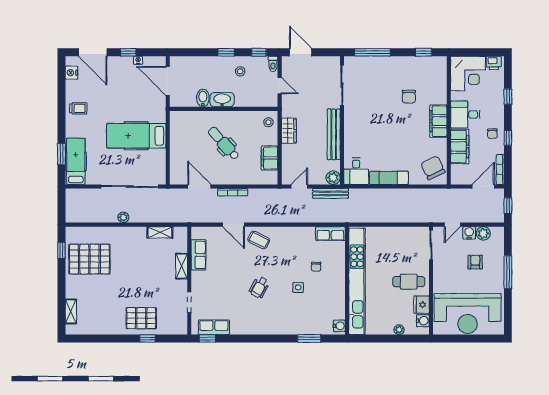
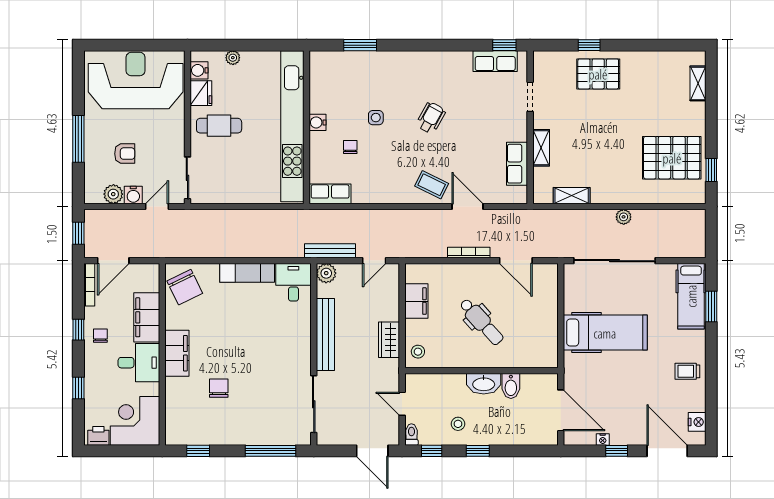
armchair: (475, 262) -> (125, 154), turned -90
water cooler: (339, 326) -> (317, 122), moved

